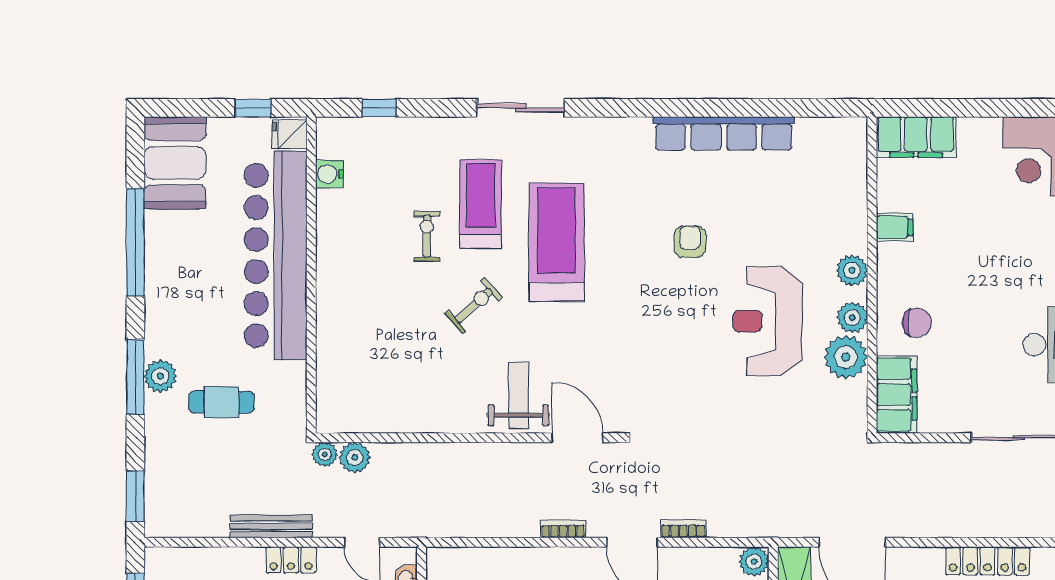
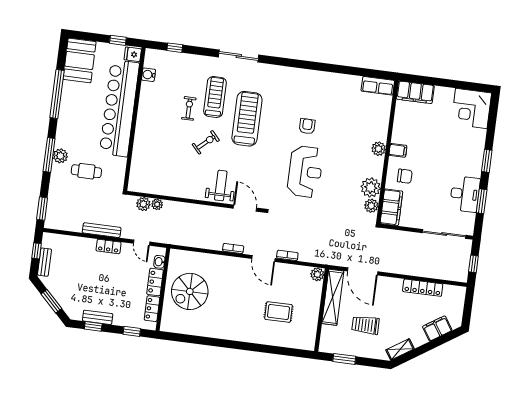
row of seats: (724, 133) -> (378, 86), moved, width x0.50
filing cabinet: (895, 227) -> (398, 150), moved
plant: (852, 318) -> (371, 206), moved
reception desk: (767, 321) -> (305, 172), moved, turned 180
plant: (325, 454) -> (157, 204), moved

